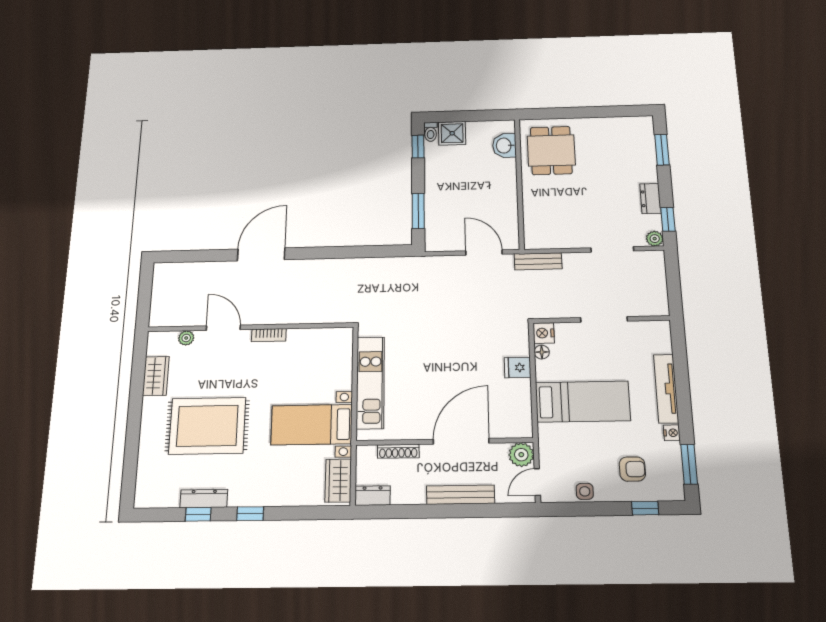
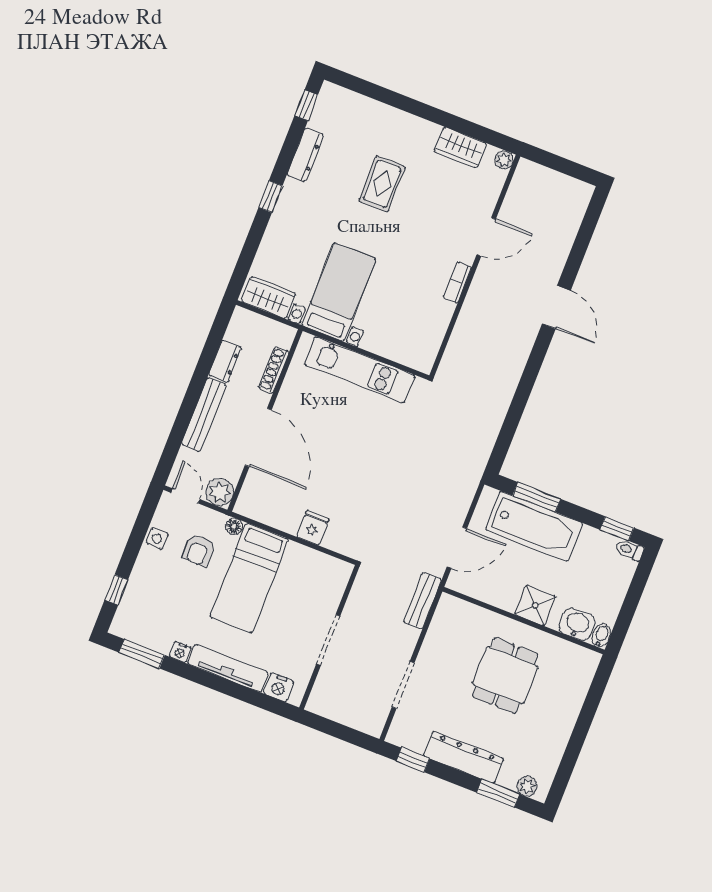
bidet: (505, 126) -> (601, 635), added
shower: (452, 133) -> (535, 605), moved
dining table: (551, 150) -> (505, 675), moved, turned 90
dresser: (650, 199) -> (463, 757), width x1.96, depth x1.24
bathtub: (442, 204) -> (534, 526), added
plant: (655, 239) -> (527, 786), moved
door: (261, 254) -> (556, 307), width x0.73
nightstand: (544, 333) -> (278, 687), moved, turned 180
plant: (186, 338) -> (504, 160), moved
floor lamp: (542, 352) -> (234, 526), moved
rug: (207, 426) -> (382, 184), width x0.54, depth x0.49
armchair: (632, 469) -> (199, 550), moved
dresser: (372, 496) -> (225, 361), moved
window: (198, 514) -> (306, 105), moved

